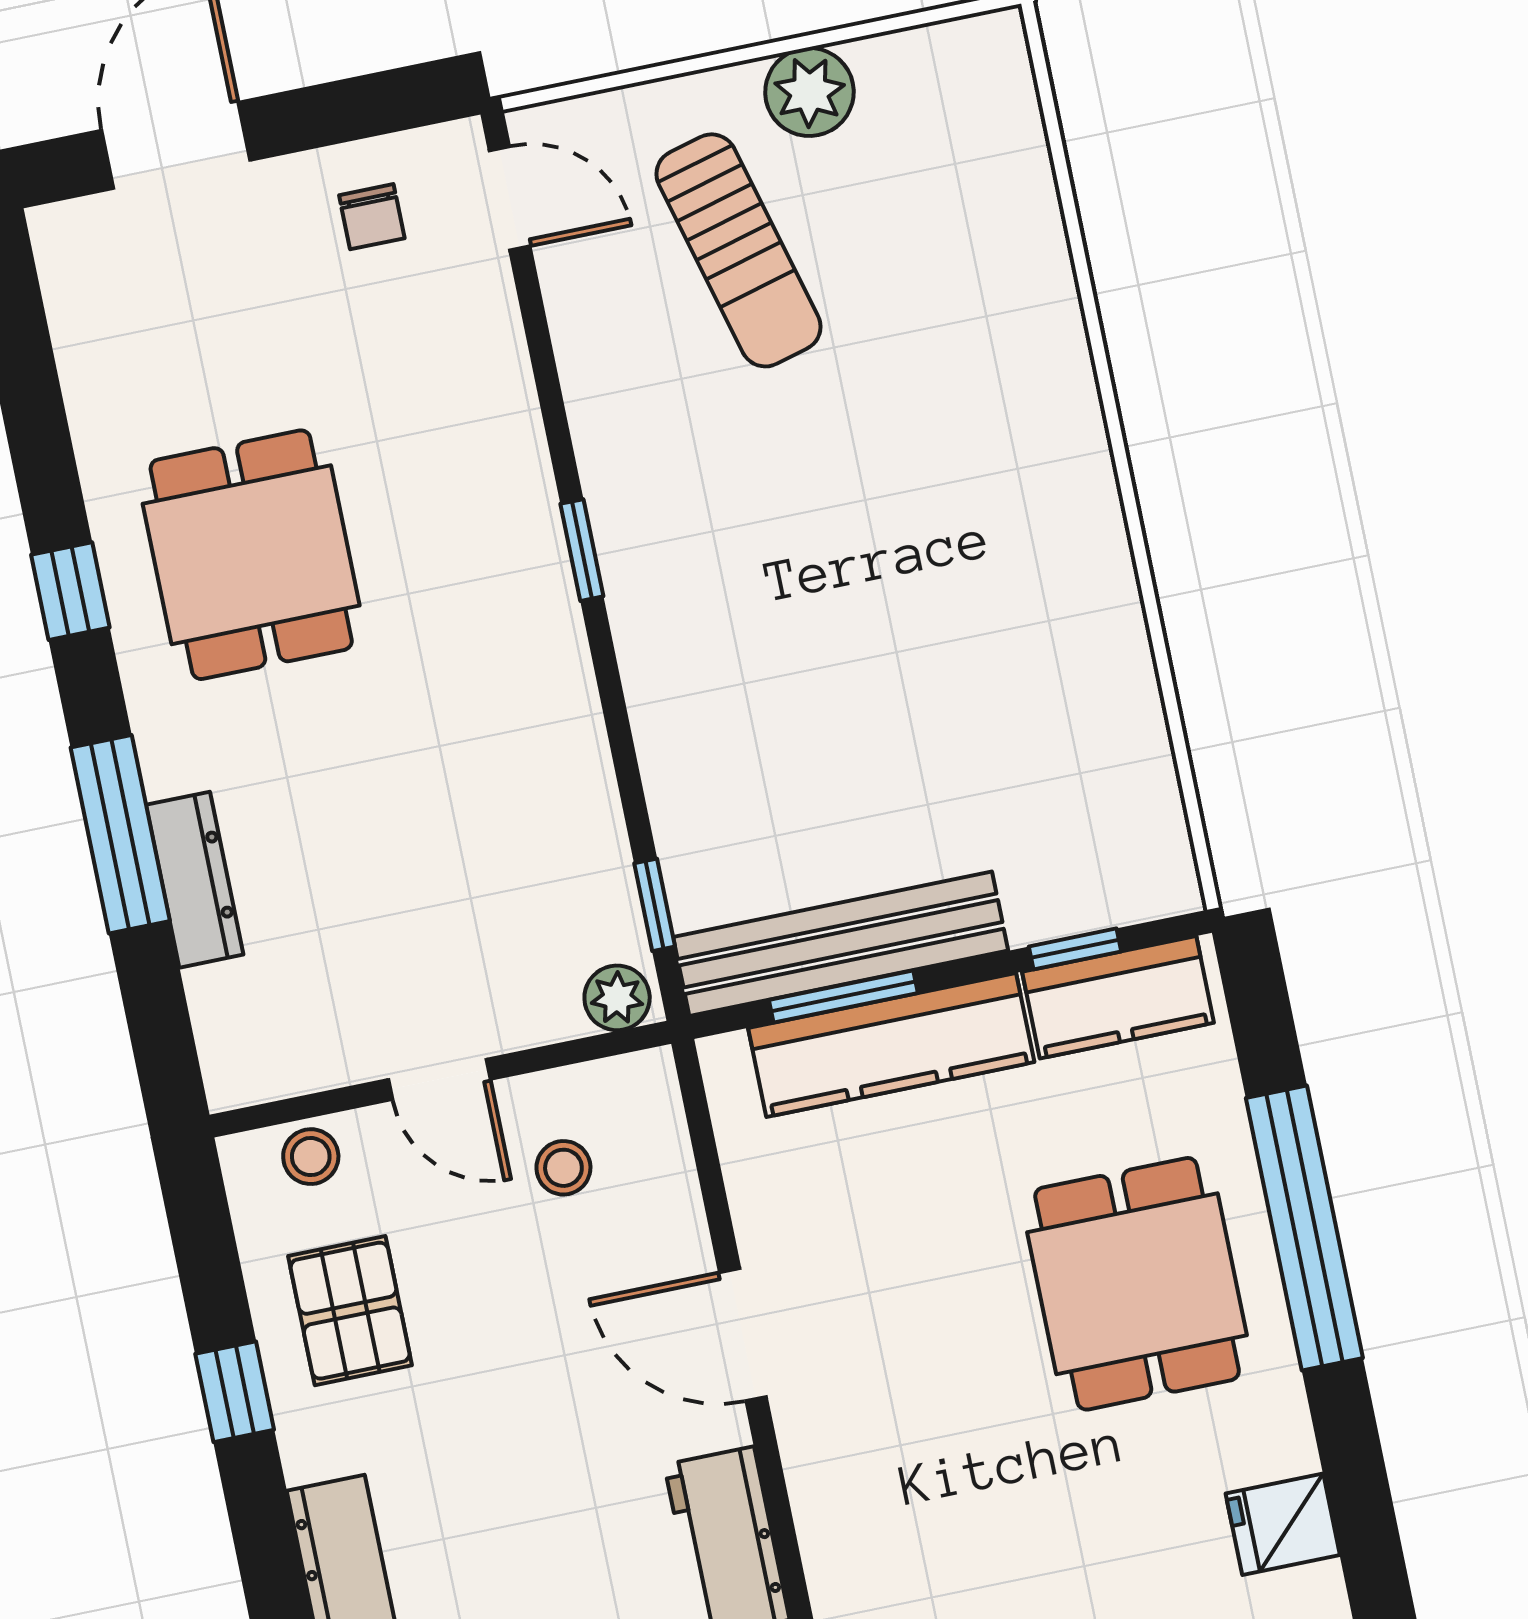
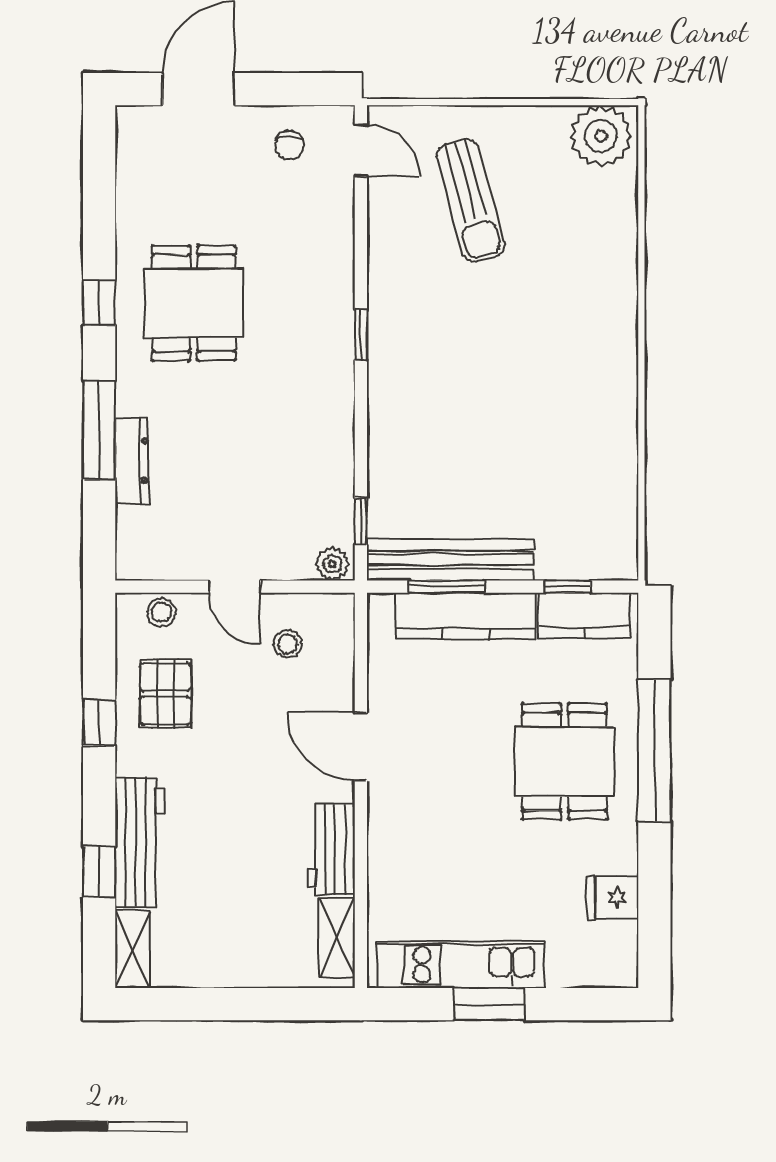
plant: (809, 92) -> (601, 136), moved, width x1.36, depth x1.36

